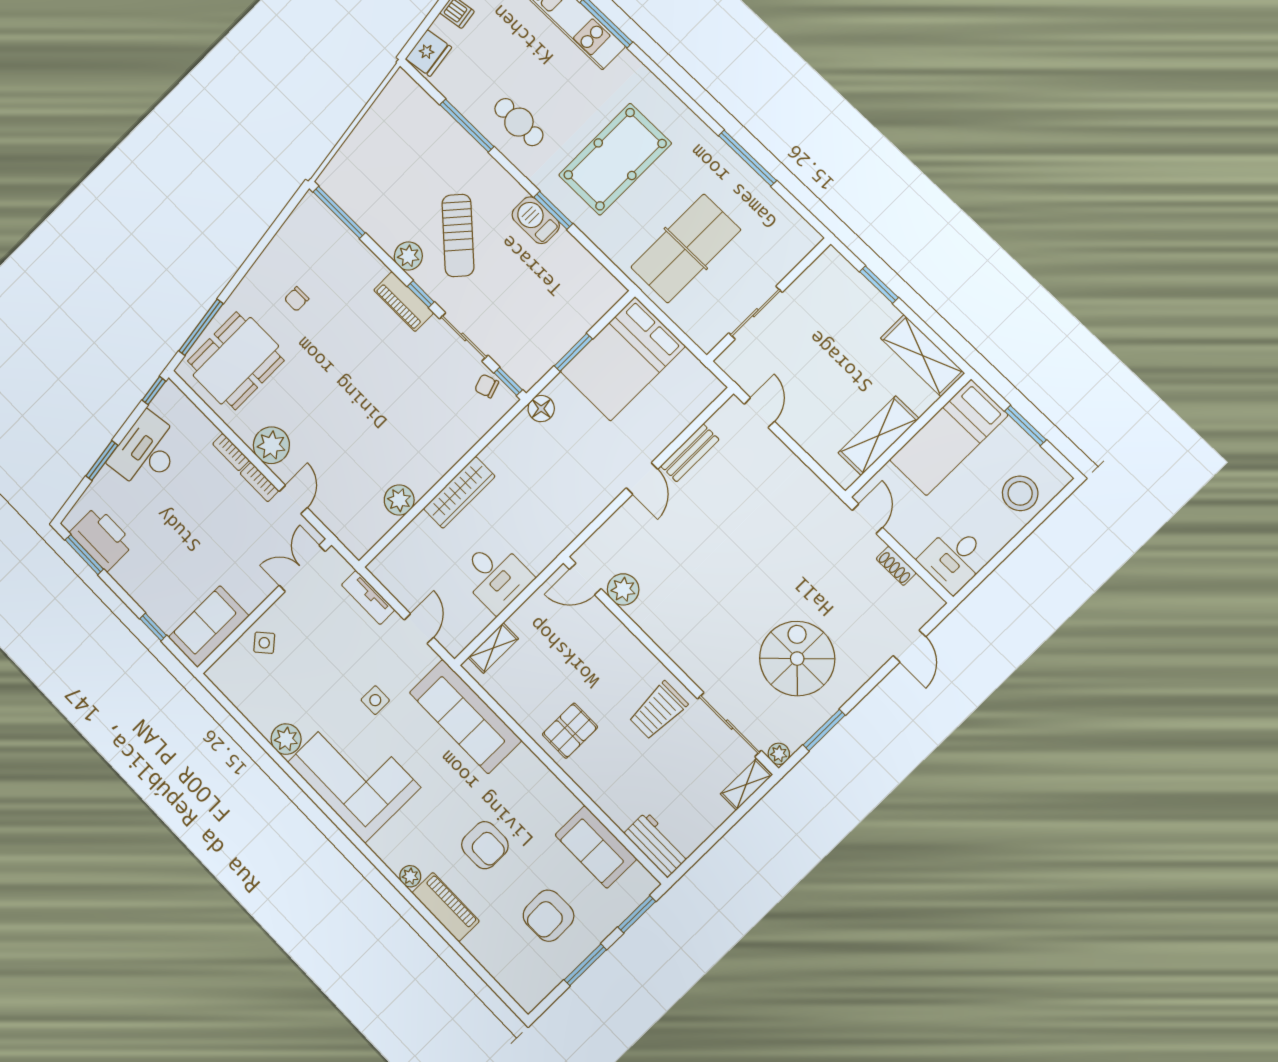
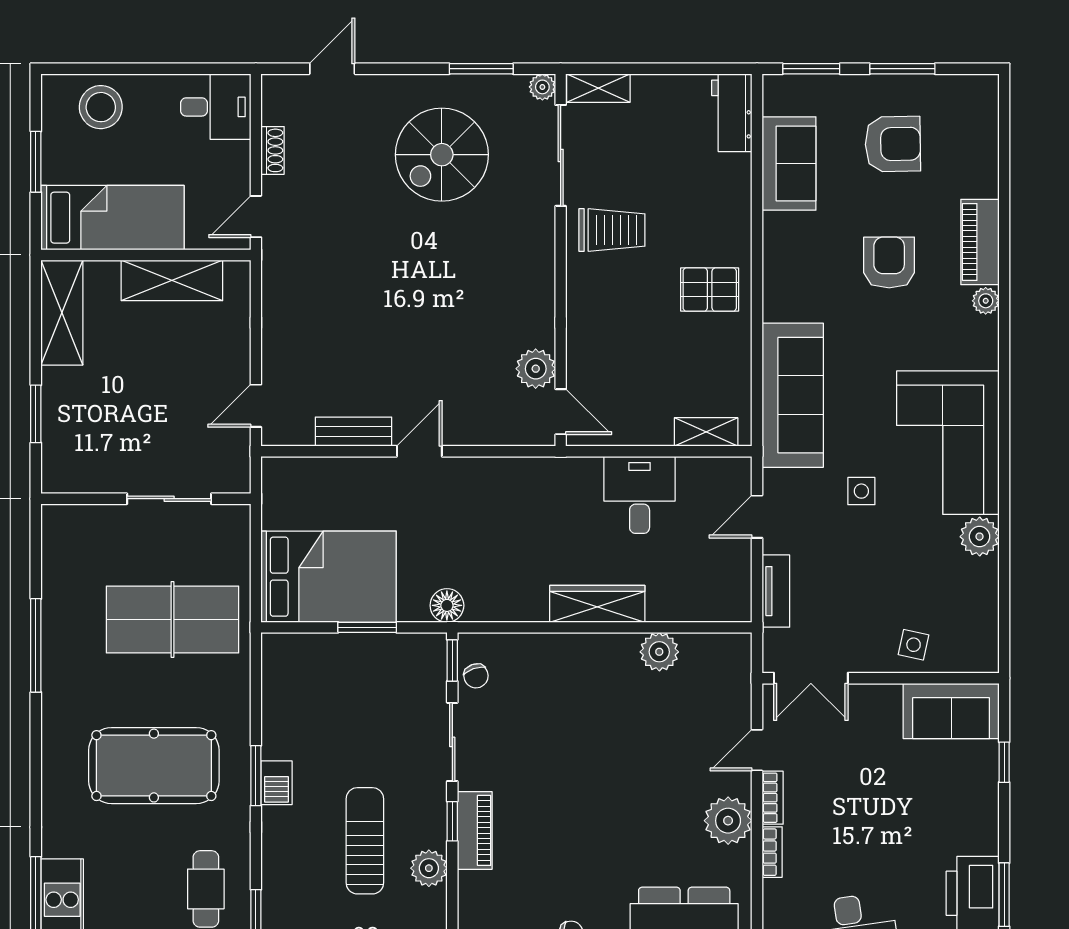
barbecue: (536, 220) -> (277, 783), width x0.73, depth x0.79
sun lounger: (458, 235) -> (365, 841), turned -42
side table: (264, 643) -> (914, 645), turned -37

